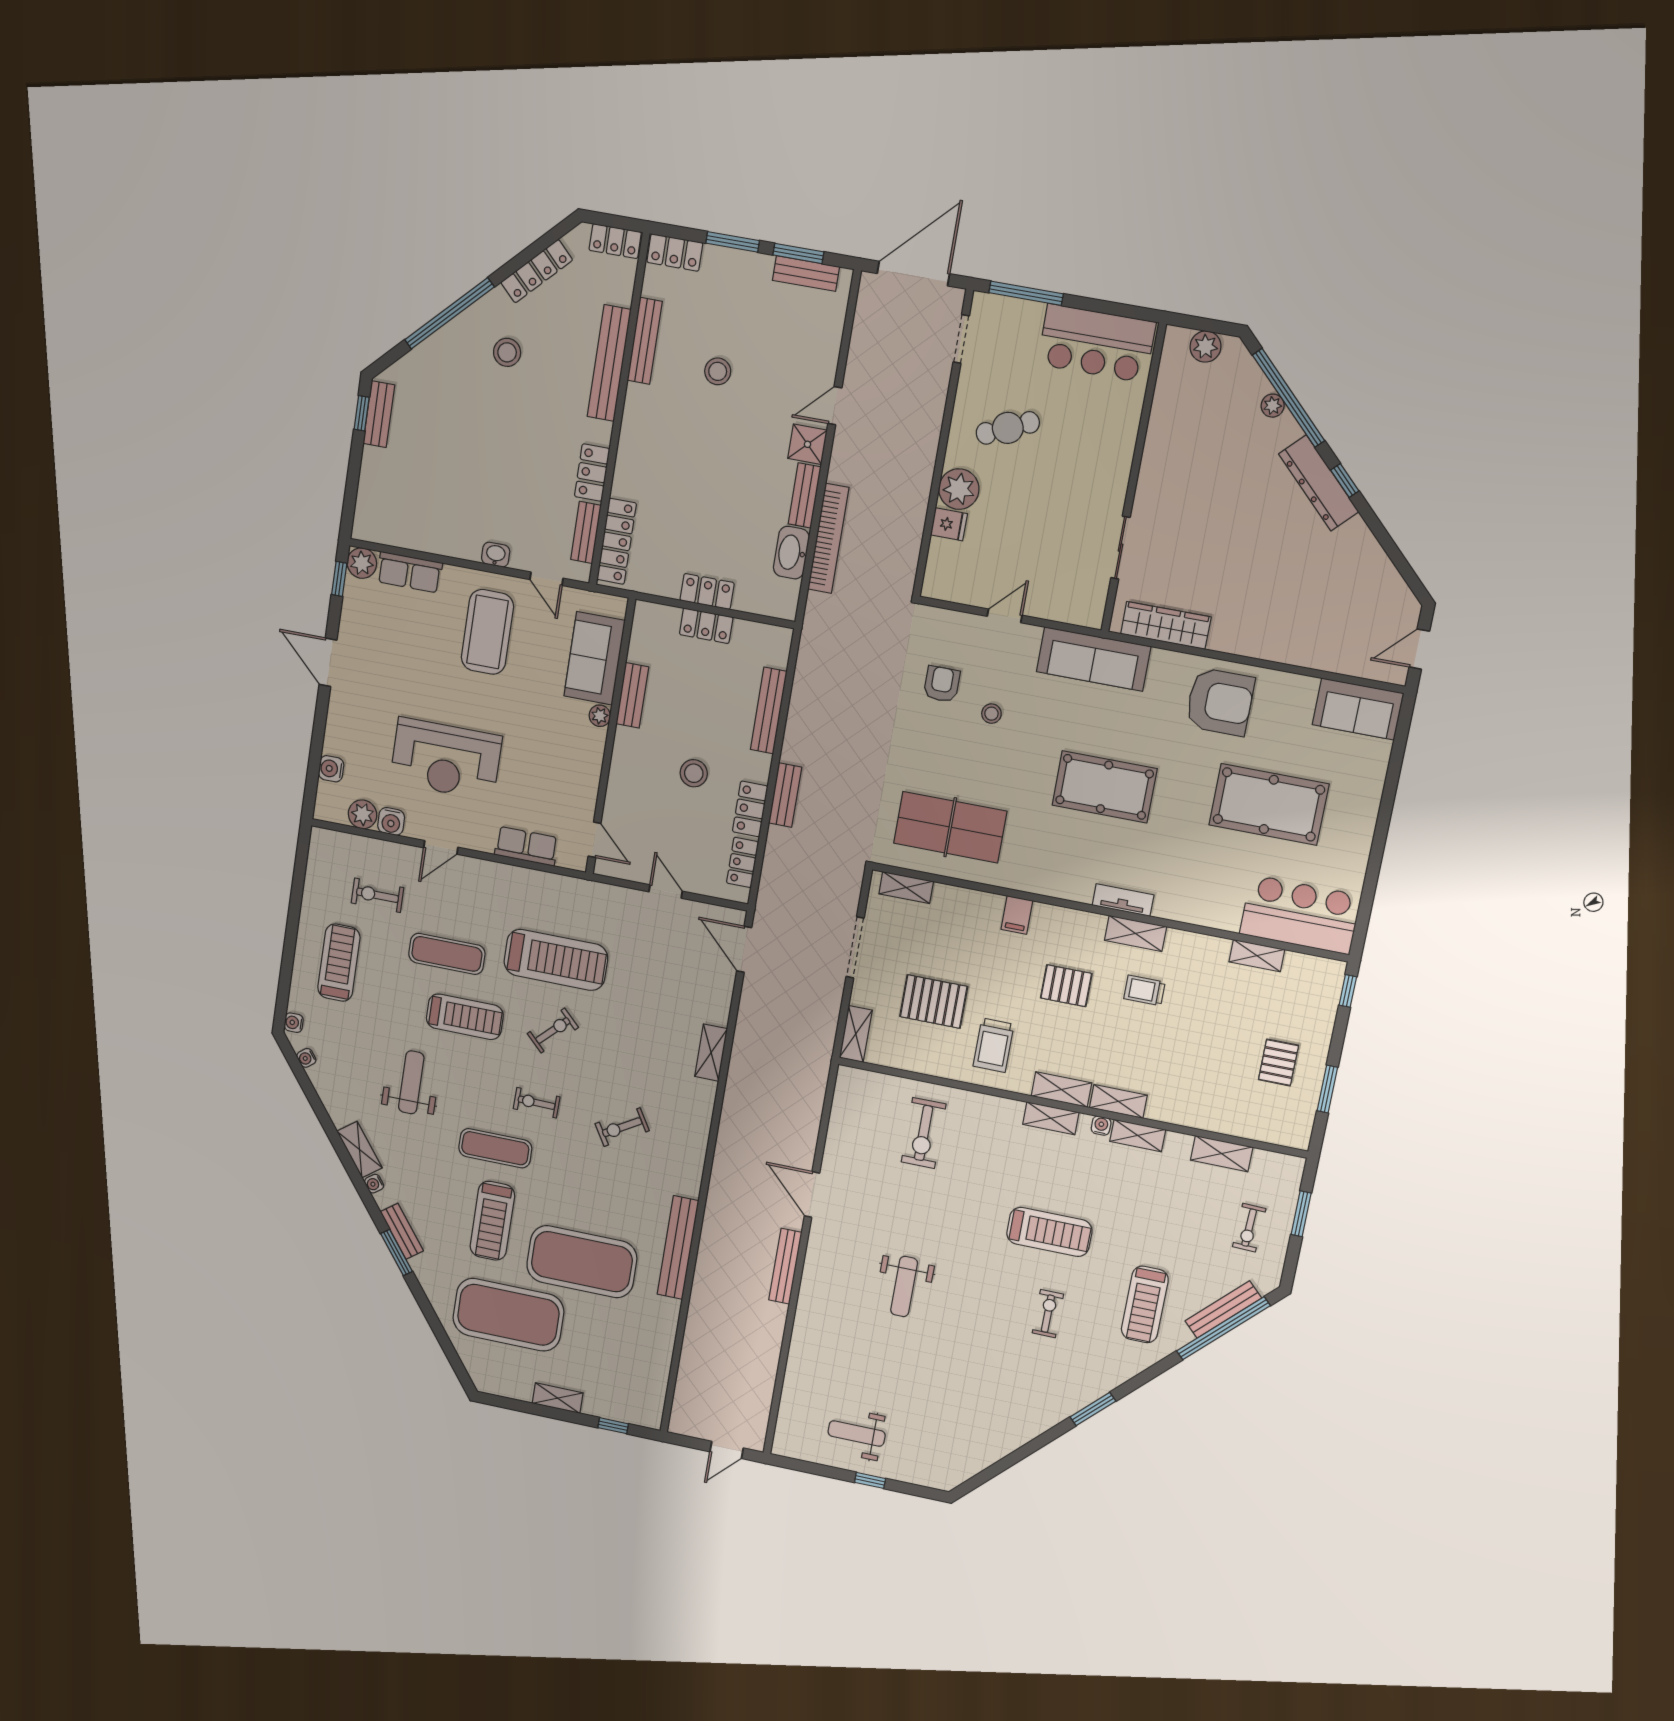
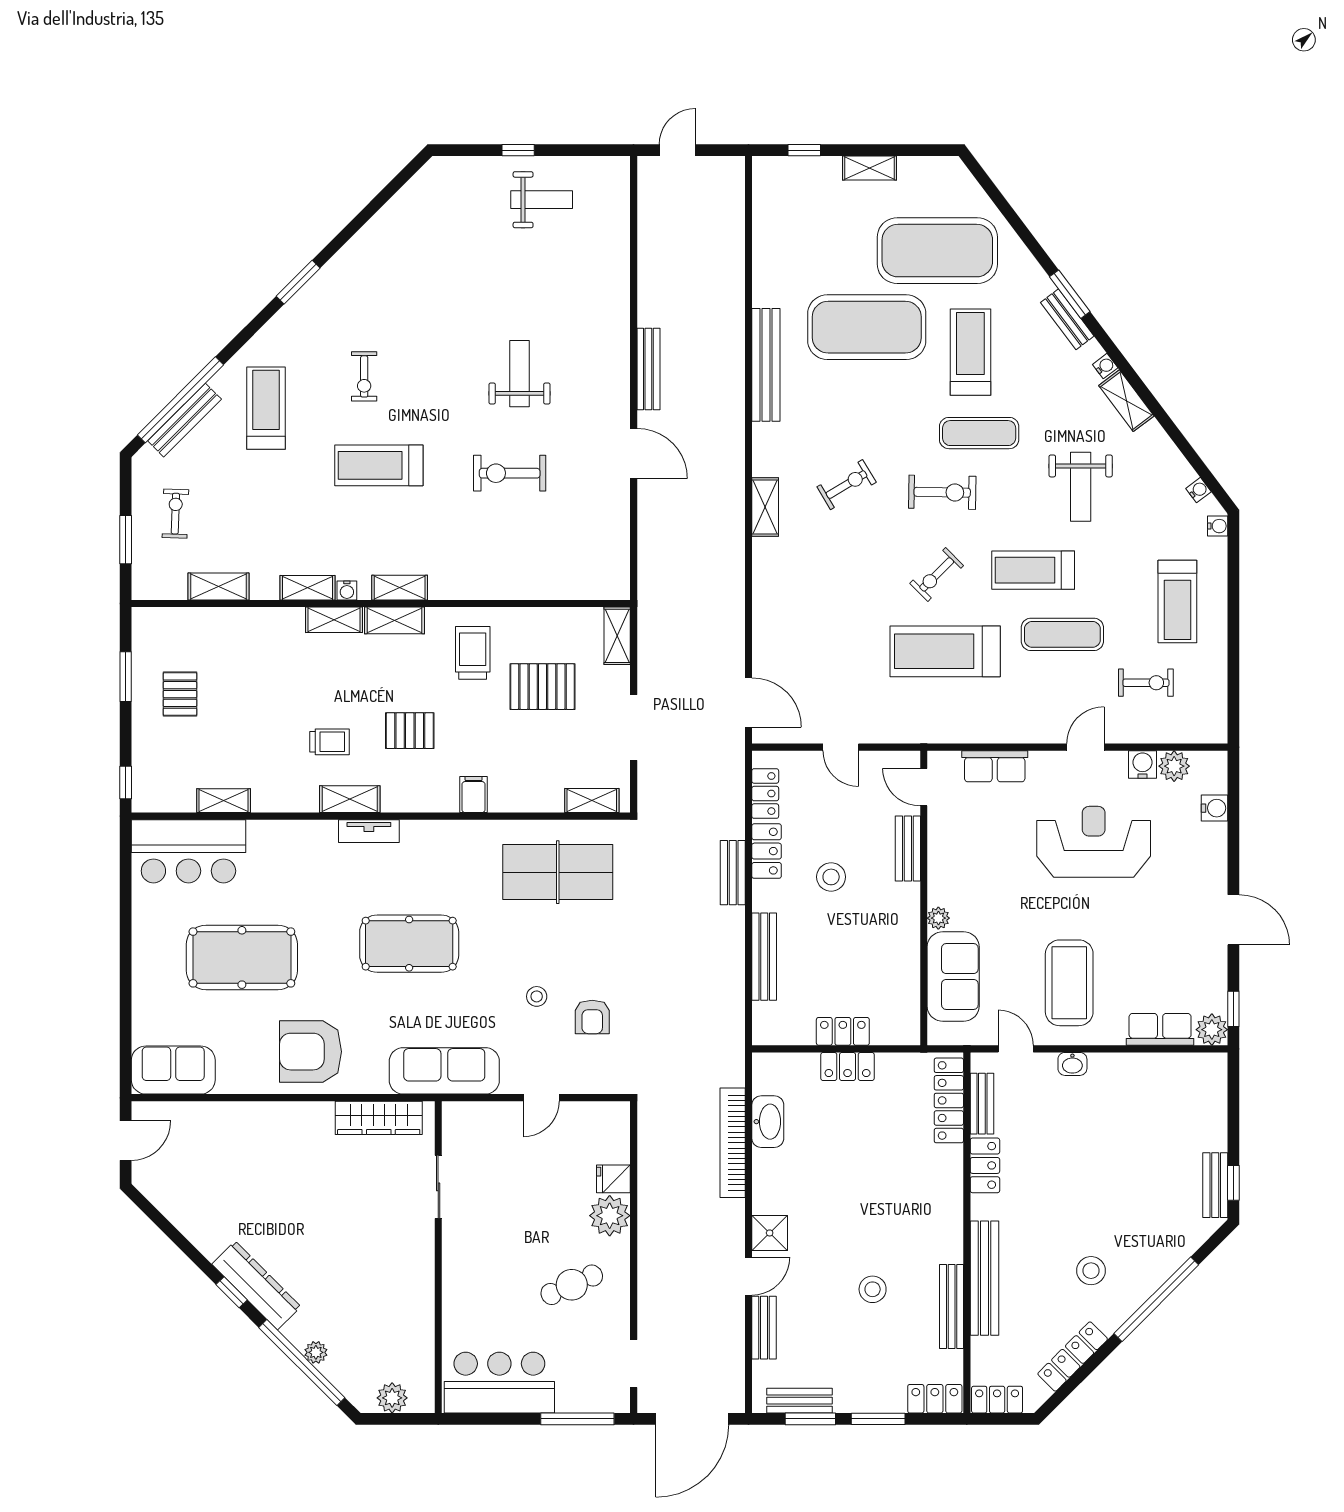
bench: (805, 495) -> (764, 1328), moved
bench: (632, 695) -> (908, 849), moved
shelving: (711, 1053) -> (765, 507), moved
exercise bike: (537, 1103) -> (942, 492), width x1.38, depth x1.39
exercise bike: (924, 1133) -> (510, 473), moved, turned -90

